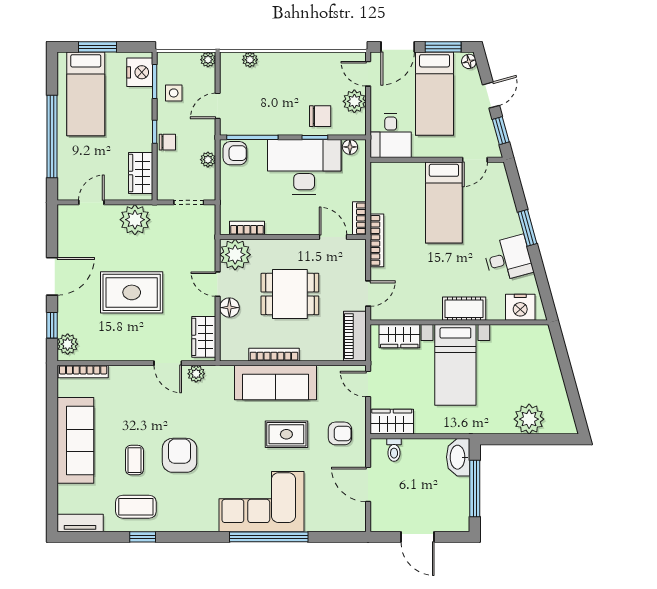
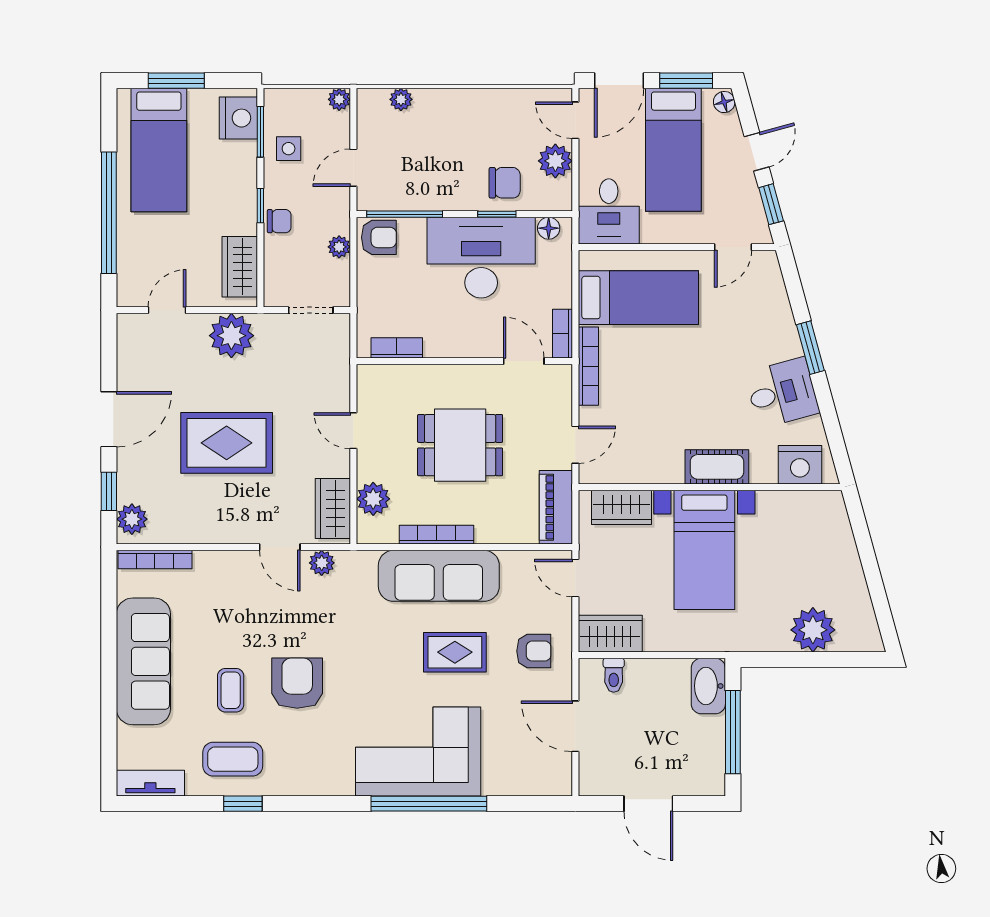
bed: (444, 202) -> (638, 298), moved, turned -90
plant: (235, 255) -> (373, 499), moved, width x0.73, depth x0.73
floor lamp: (229, 308) -> (371, 465), removed

